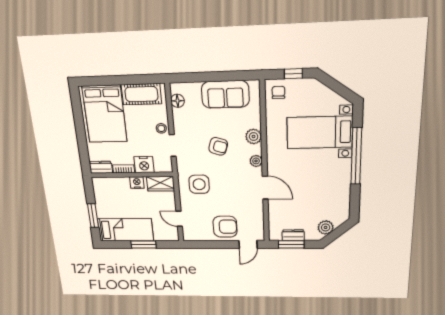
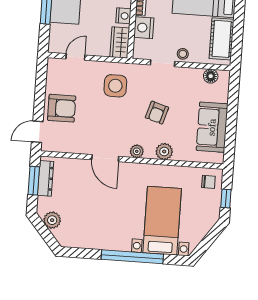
door: (265, 188) -> (105, 158), hinge flipped
armchair: (225, 227) -> (62, 108), turned -90
dresser: (293, 235) -> (46, 178), width x1.44
door: (248, 244) -> (37, 132), hinge flipped

